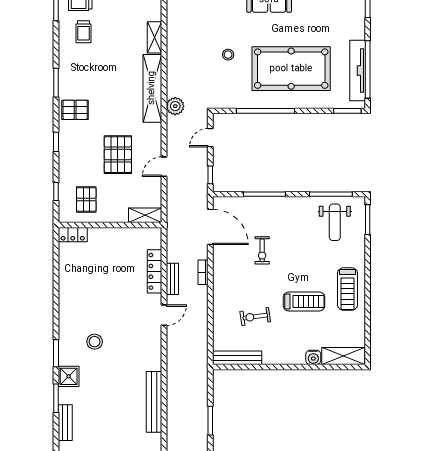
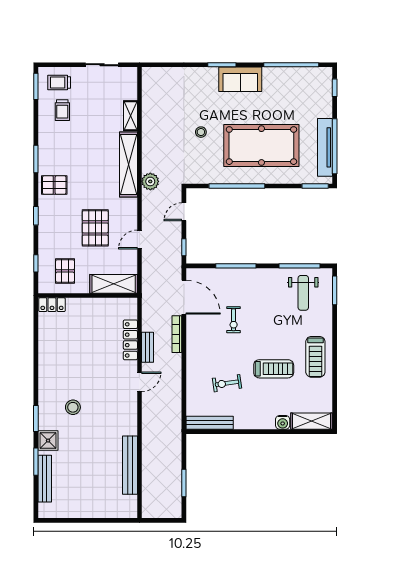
shelving: (145, 215) -> (114, 284), width x1.50, depth x1.33
bookcase: (203, 272) -> (177, 334), width x1.56
bench: (65, 423) -> (45, 479), width x1.36

